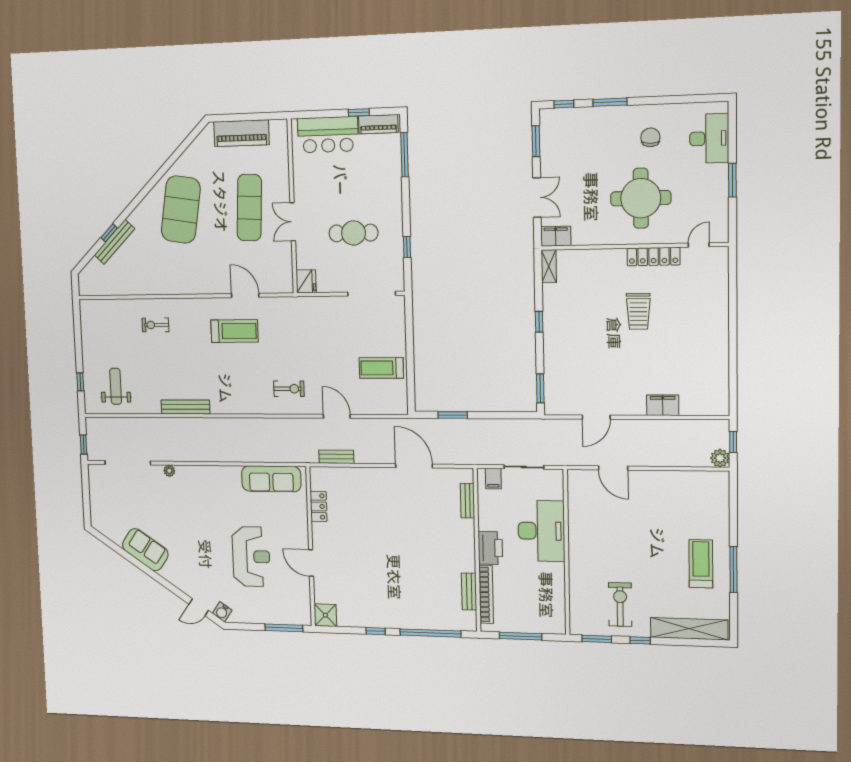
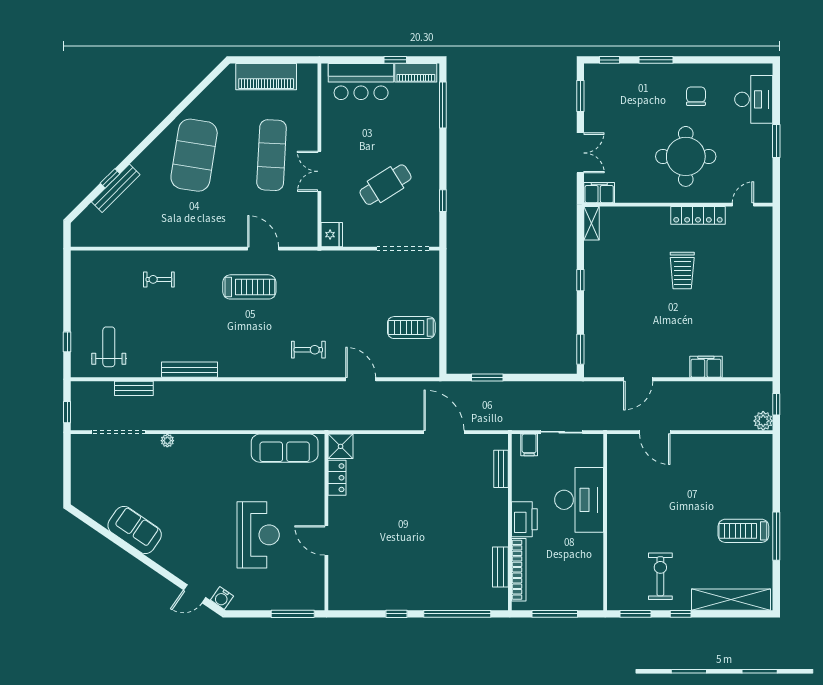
cafe table: (354, 233) -> (386, 185), turned -32
bench: (336, 457) -> (134, 388), moved
treadmill: (701, 564) -> (743, 531), turned -90
shower: (325, 615) -> (341, 446), moved

